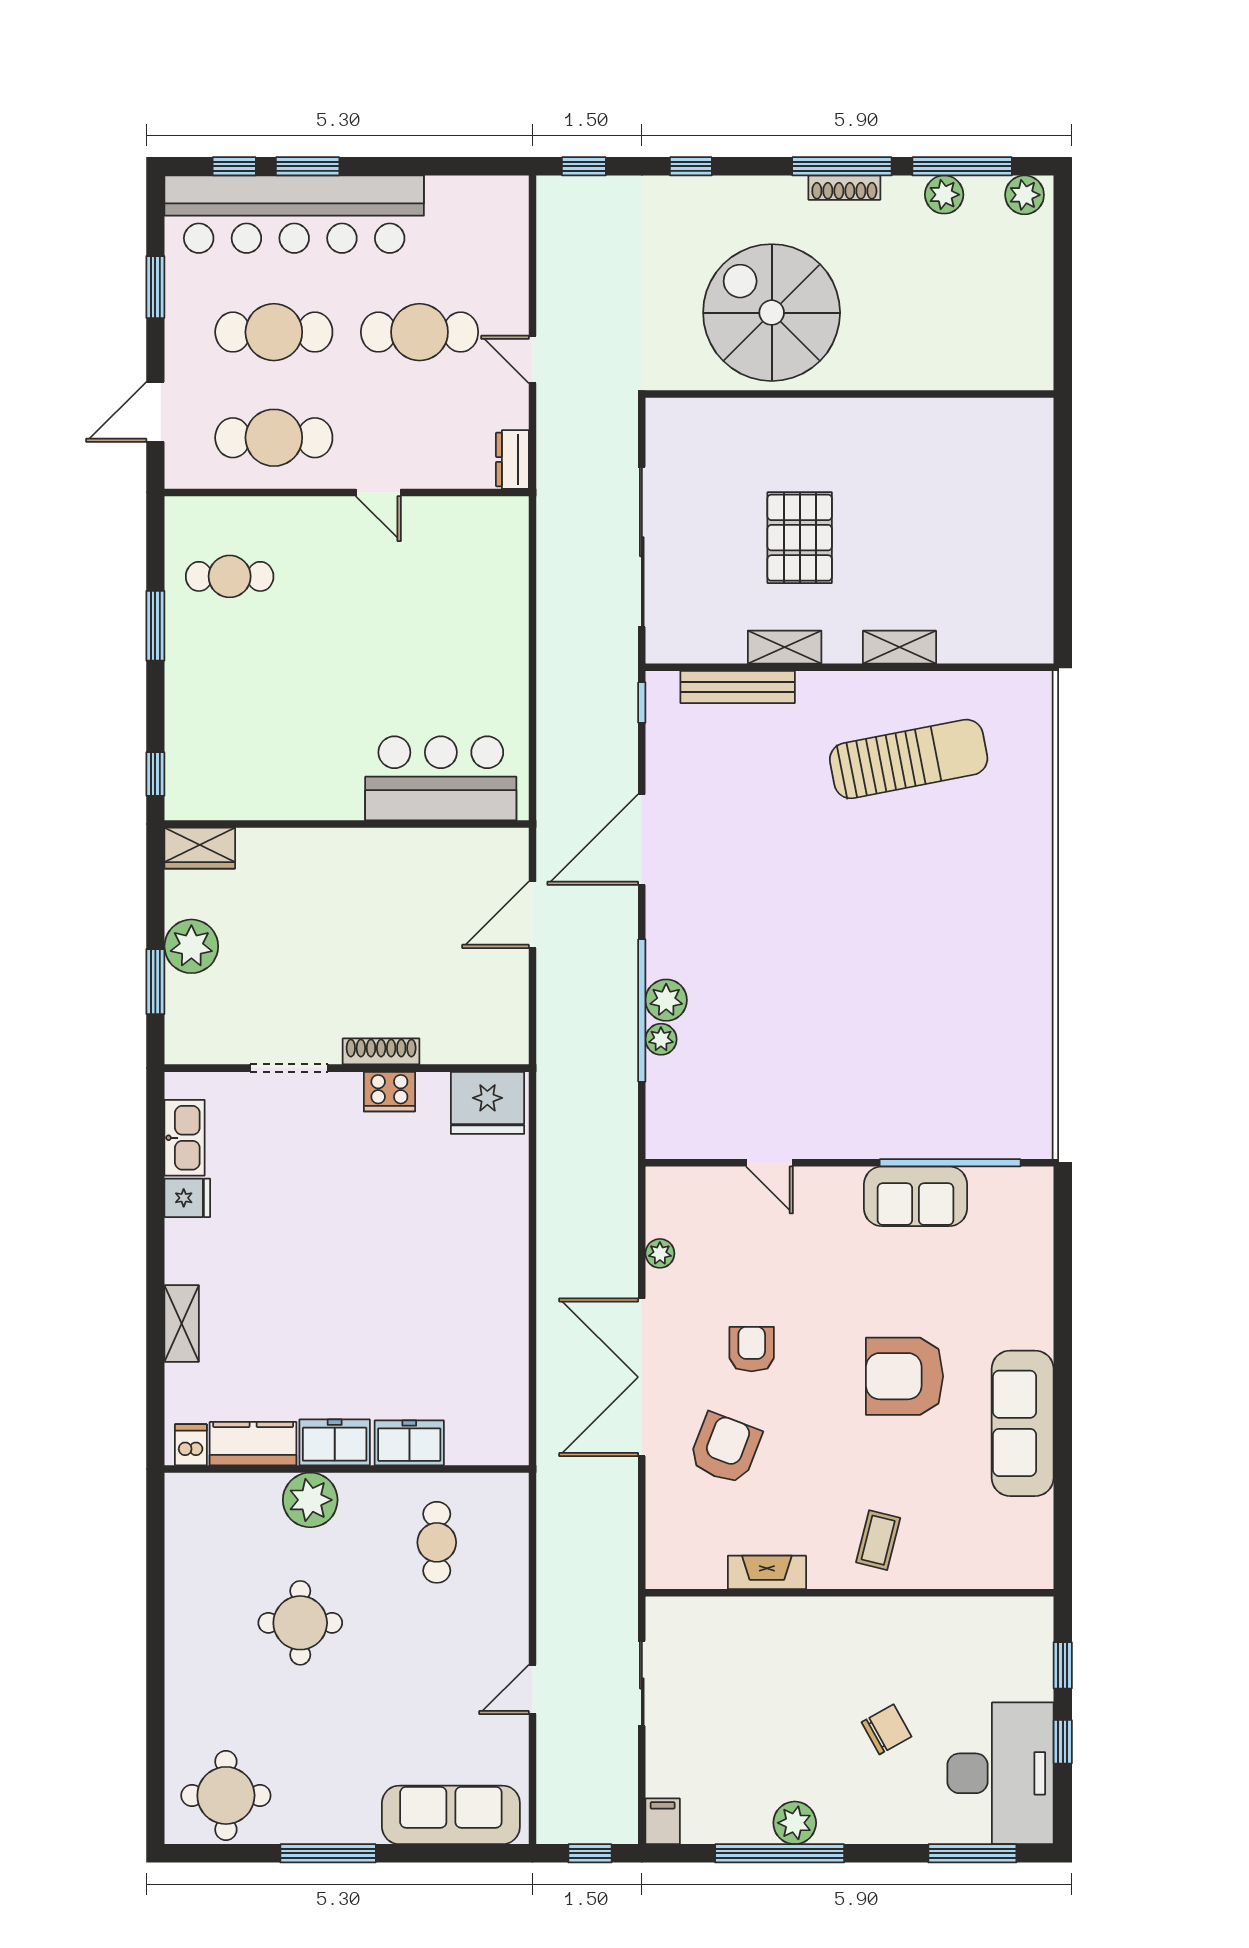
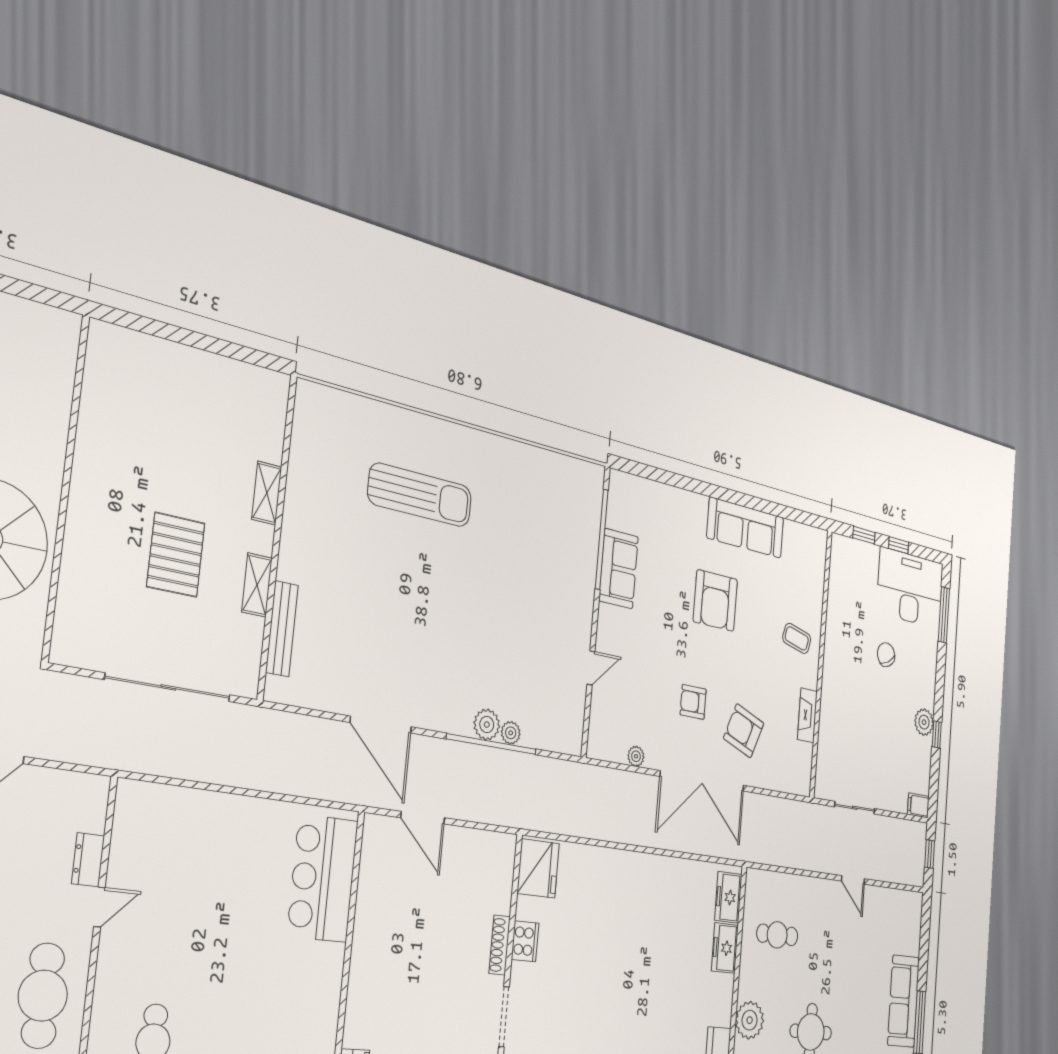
dresser: (512, 459) -> (88, 860), moved, turned 90
pallet: (800, 538) -> (176, 555), turned 90
window: (642, 703) -> (285, 708), removed
sun lounger: (909, 759) -> (420, 495), moved, turned 101
freezer: (335, 1442) -> (728, 897), moved
sofa: (451, 1815) -> (903, 1001), moved
window: (780, 1853) -> (937, 734), width x0.32

